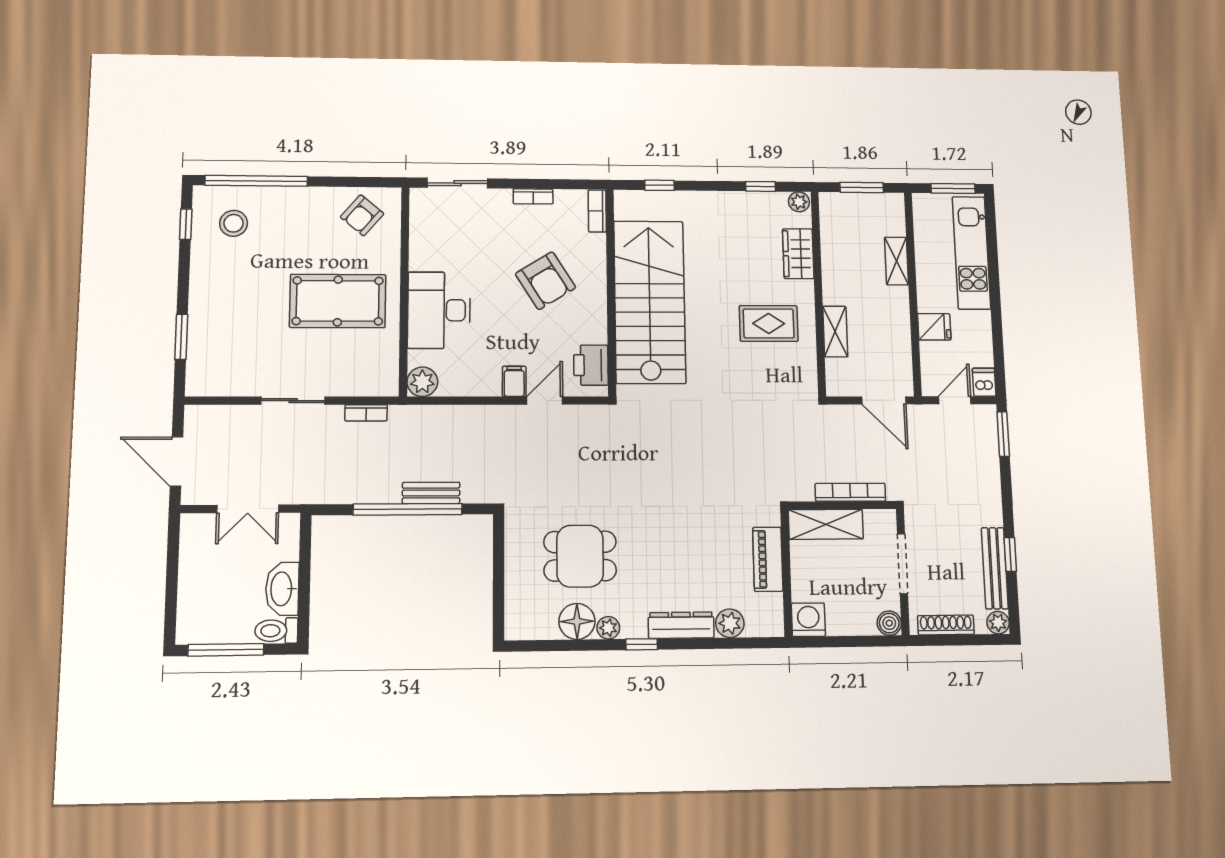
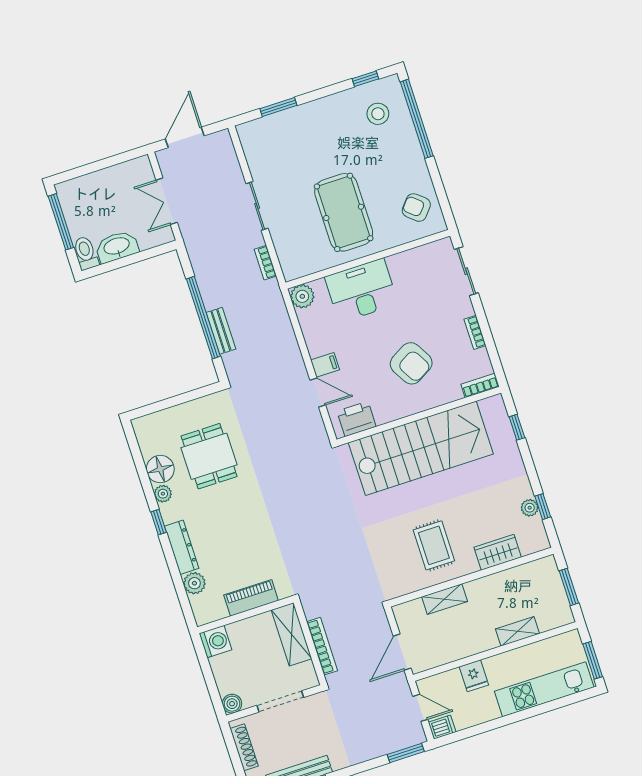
plant: (799, 202) -> (530, 508), moved
armchair: (545, 281) -> (411, 363), turned -88

